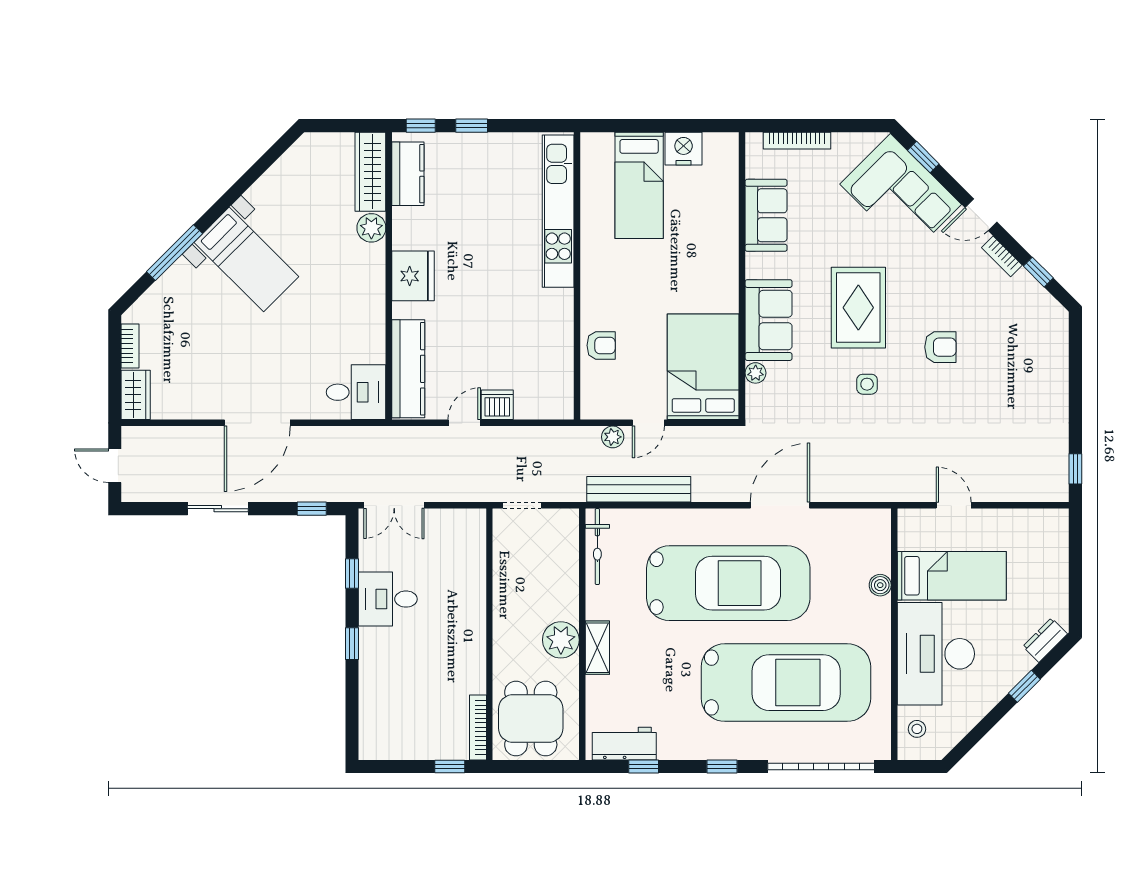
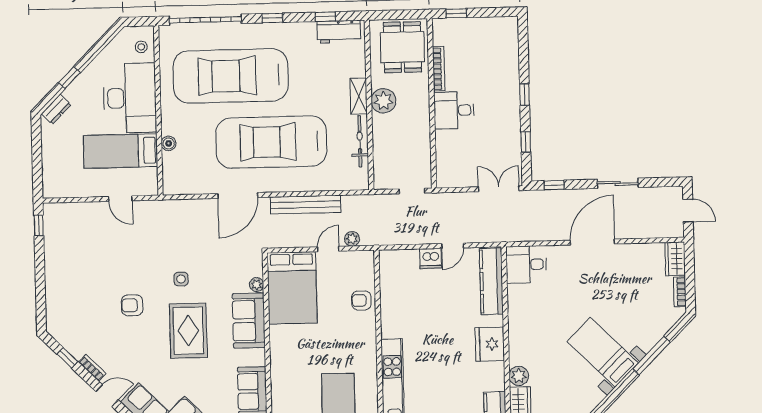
bench: (639, 489) -> (305, 205), moved
bicycle: (597, 547) -> (360, 141), moved
desk: (388, 599) -> (454, 110), moved, turned 180
bookcase: (478, 727) -> (439, 69), moved

